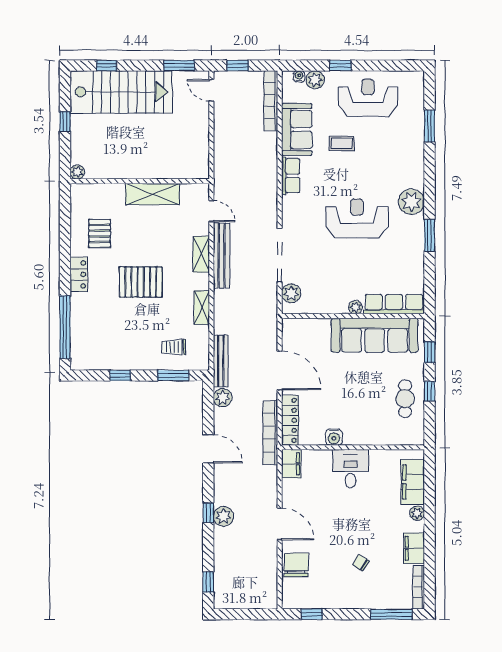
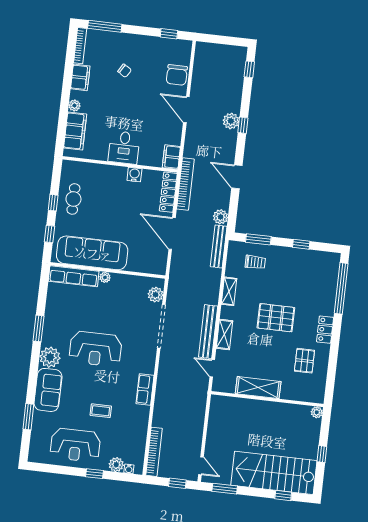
sofa: (297, 129) -> (48, 390), moved, turned 180

